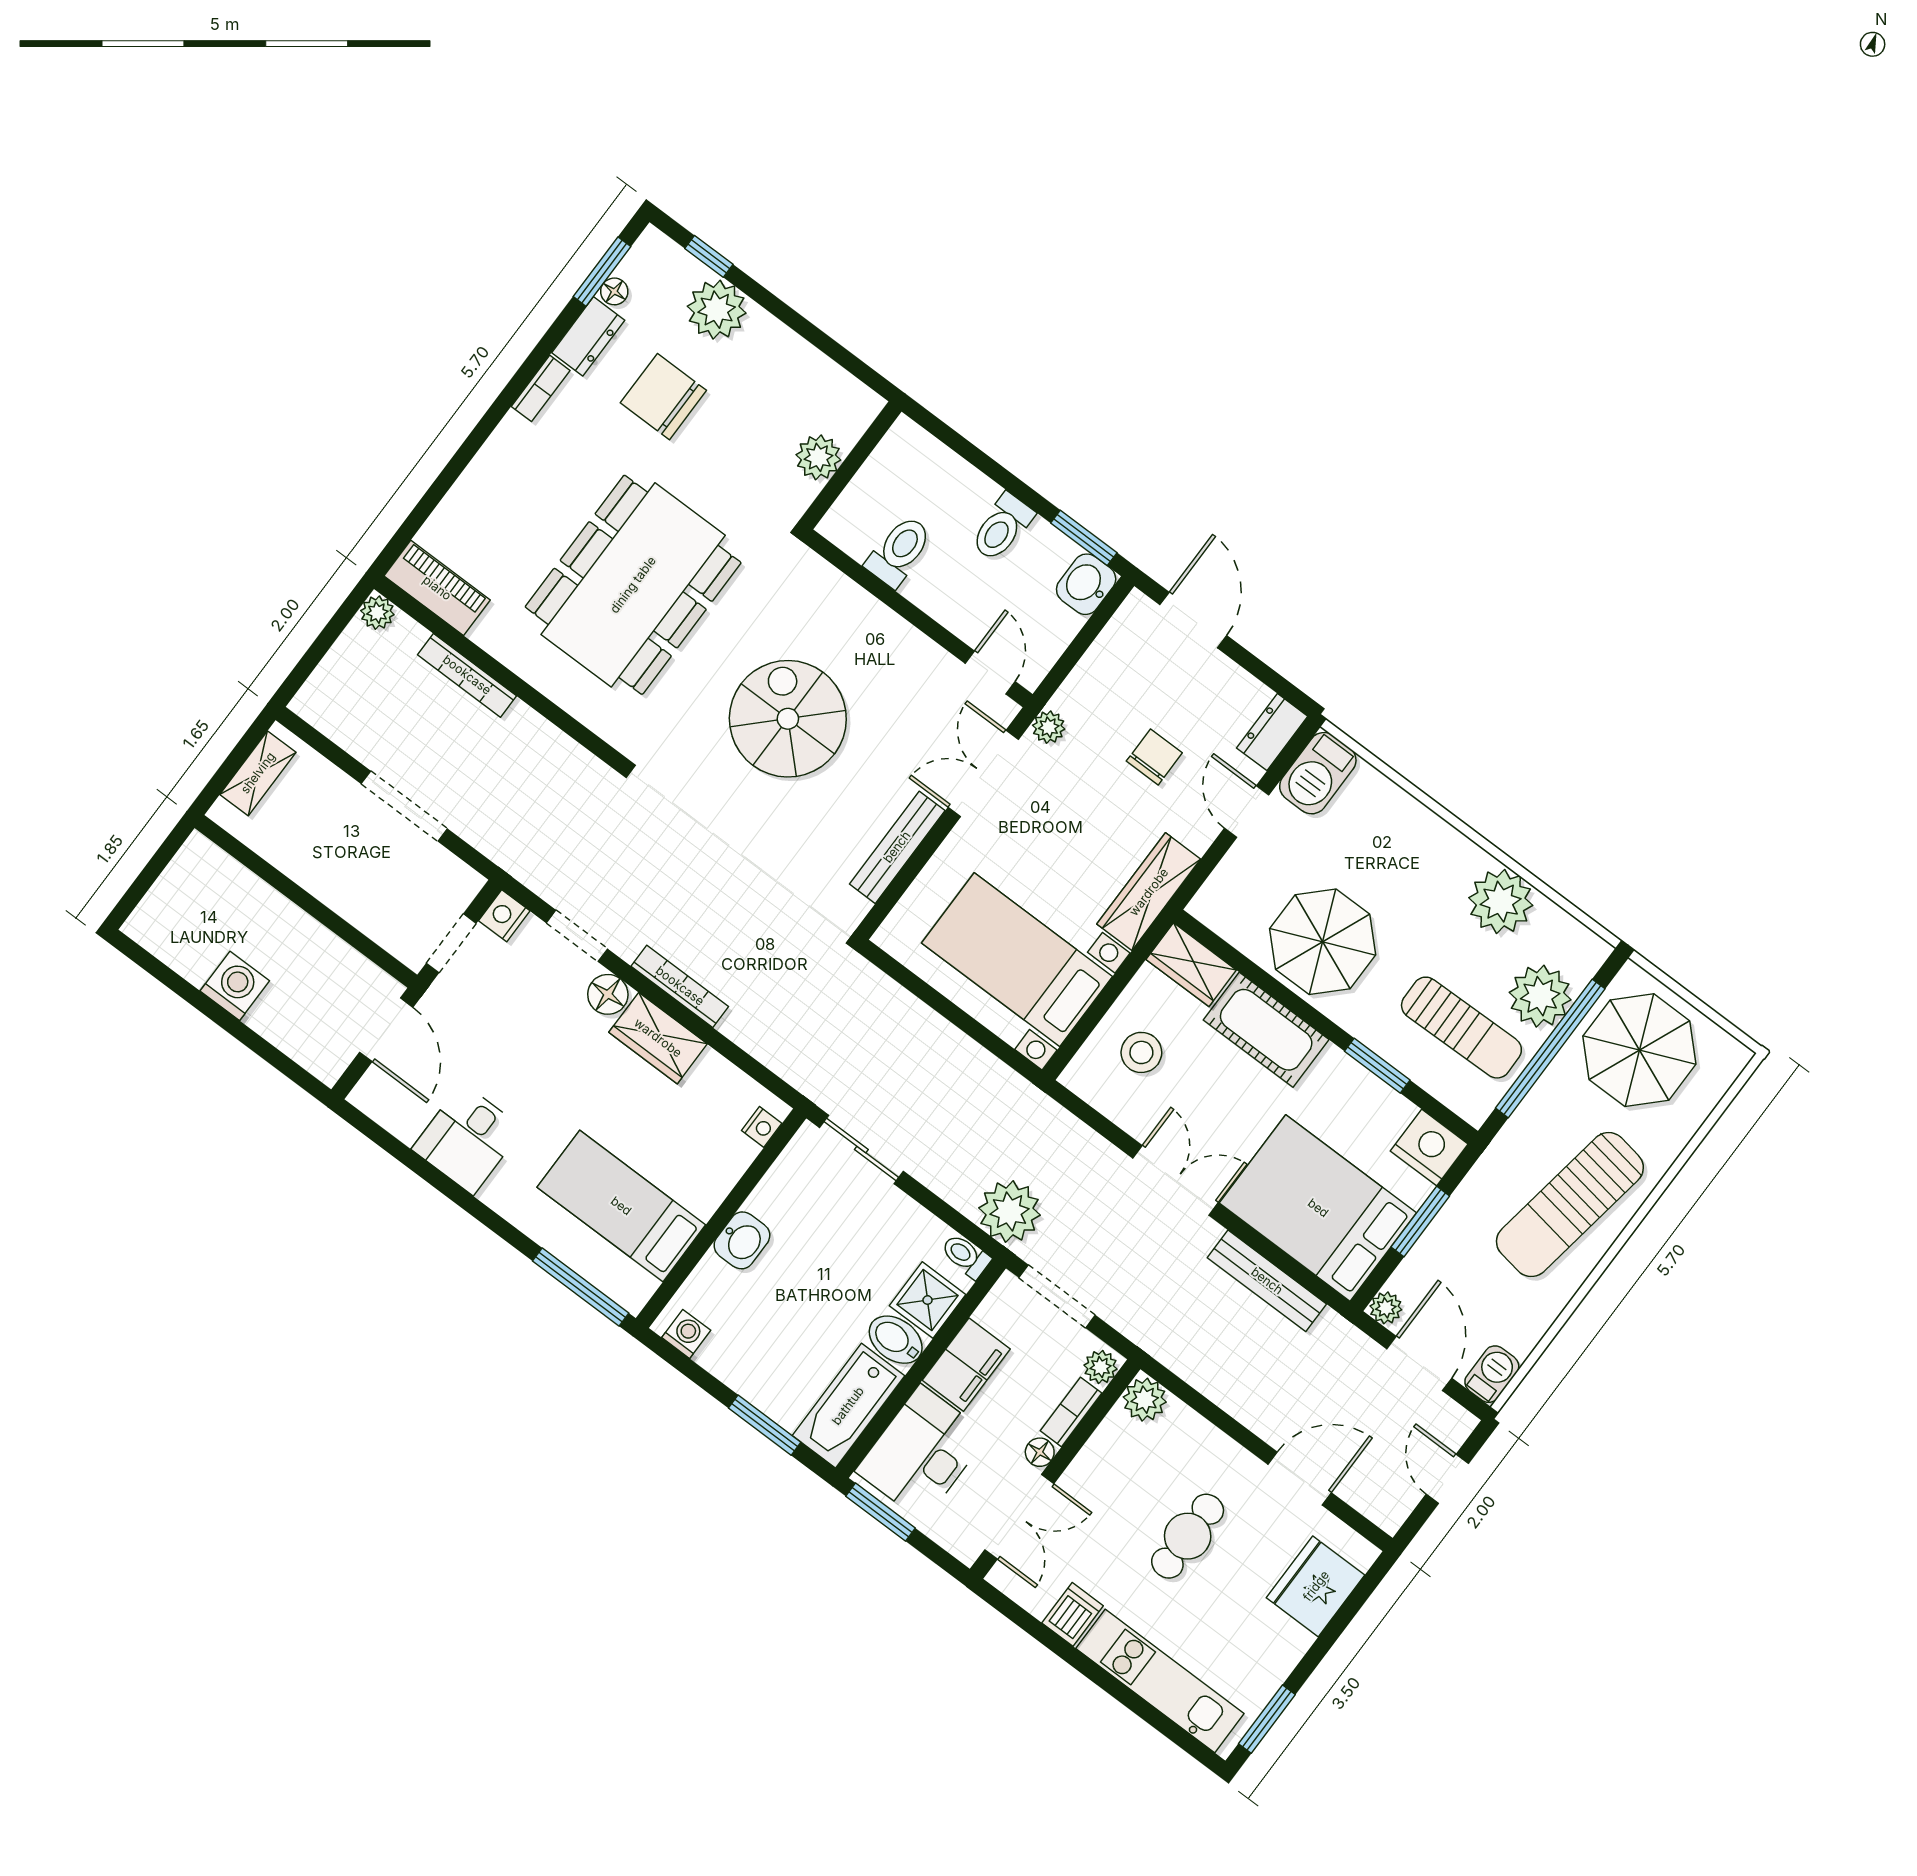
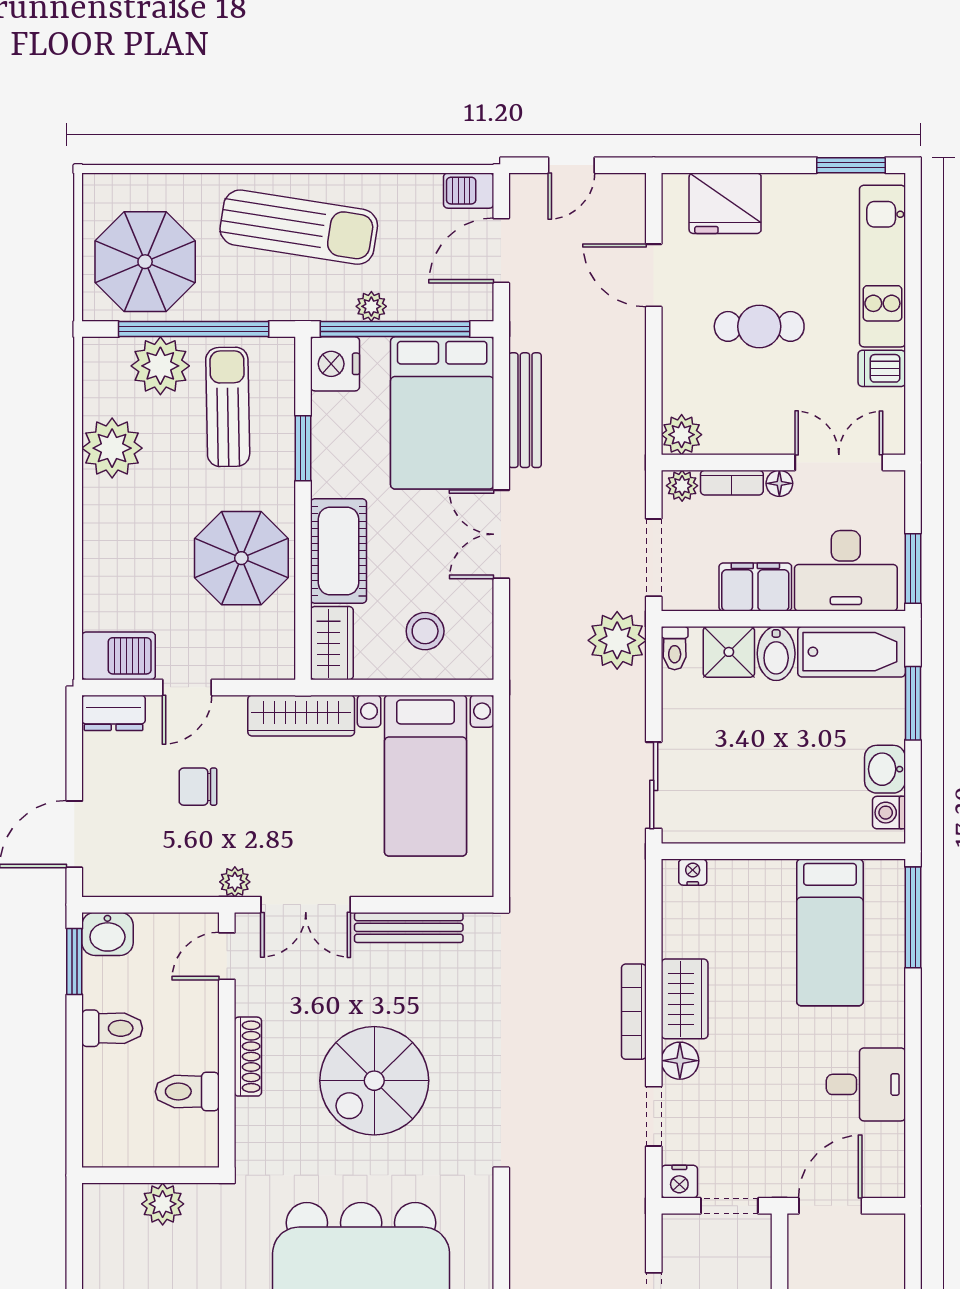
shoe rack: (890, 626) -> (248, 1057), added
window: (1420, 1222) -> (395, 329), width x2.11
washbasin: (742, 1240) -> (885, 769), moved, turned -90
plant: (1386, 1308) -> (371, 306), moved

